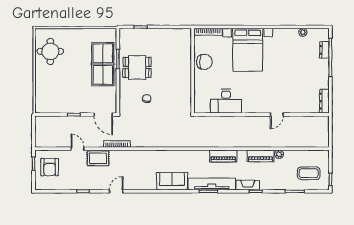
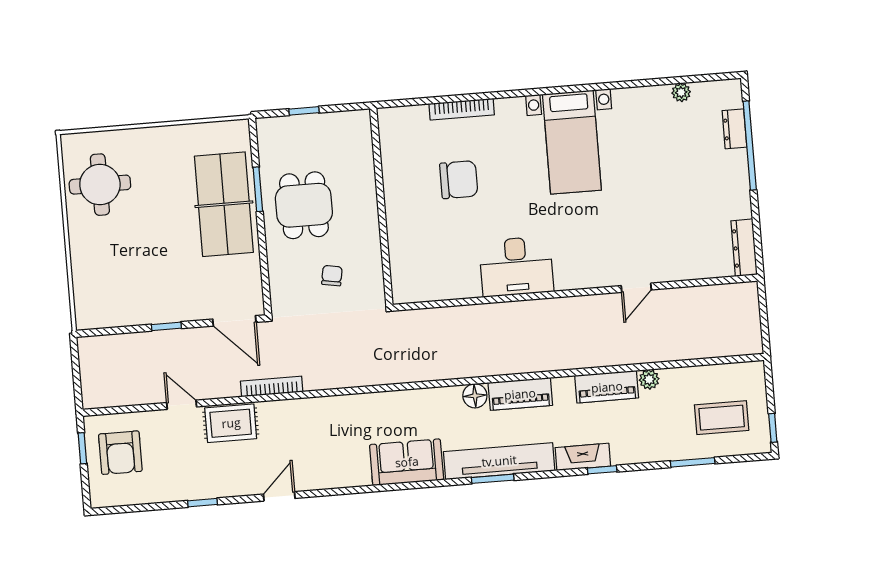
bed with nightstands: (248, 50) -> (572, 142), width x0.73
dining table: (137, 67) -> (304, 205), turned 90
wall: (193, 71) -> (381, 207), moved
floor lamp: (204, 155) -> (475, 396), added

